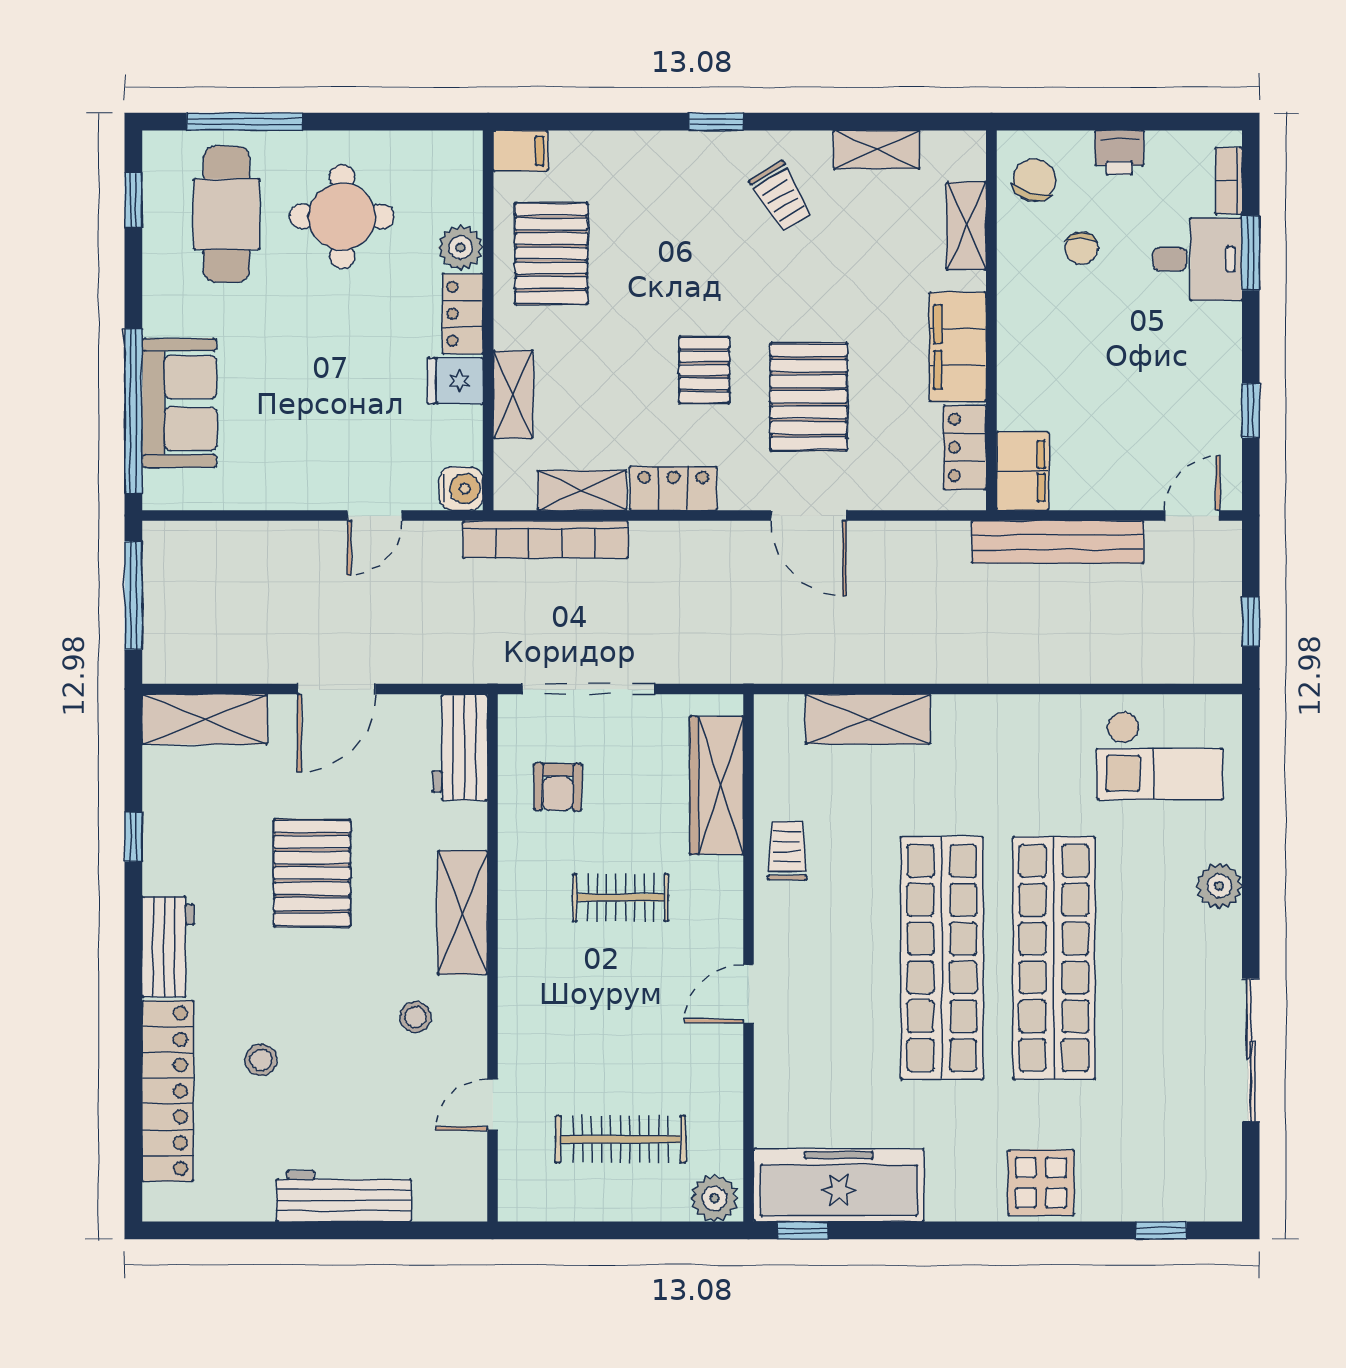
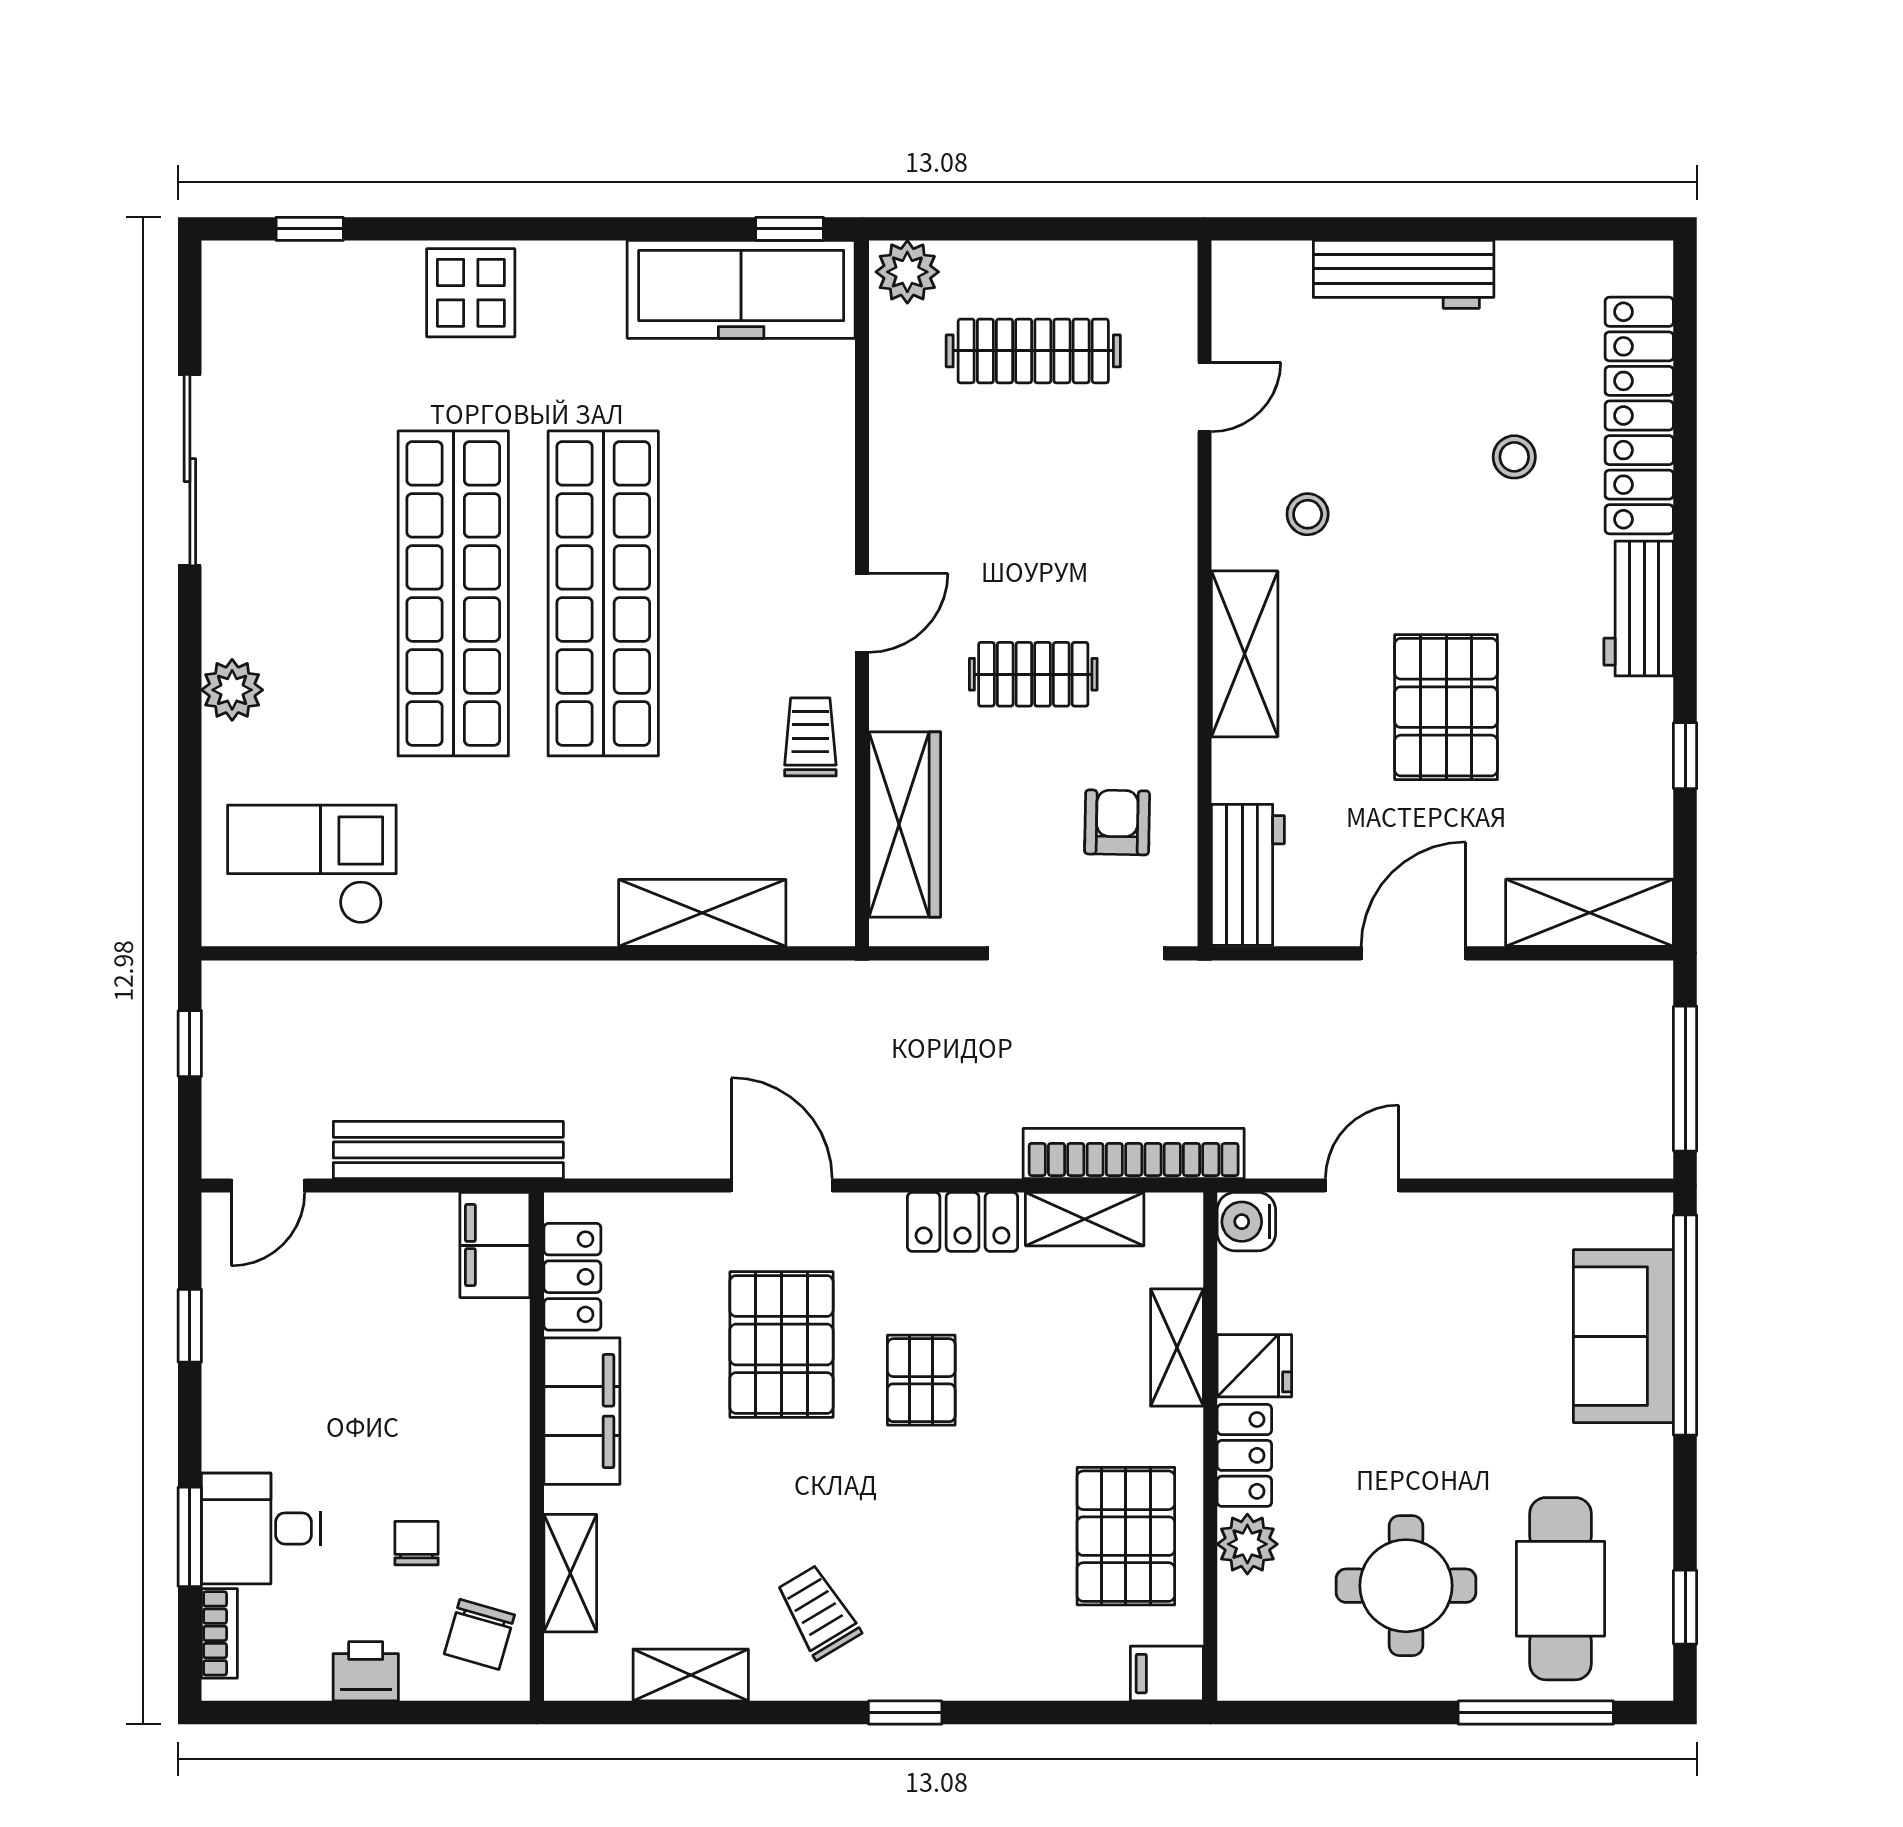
trolley: (787, 851) -> (810, 737), turned 180
door: (748, 994) -> (862, 613), moved

